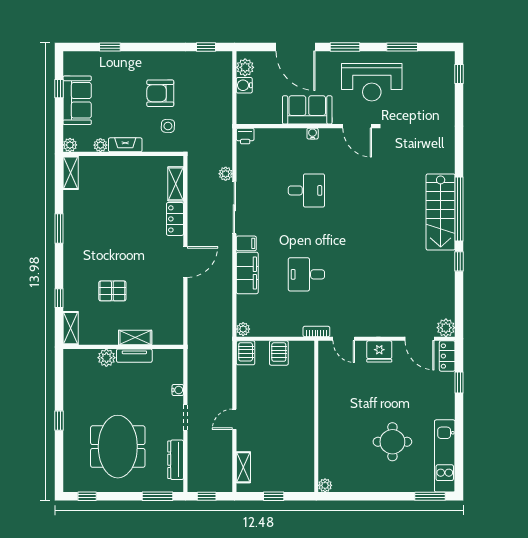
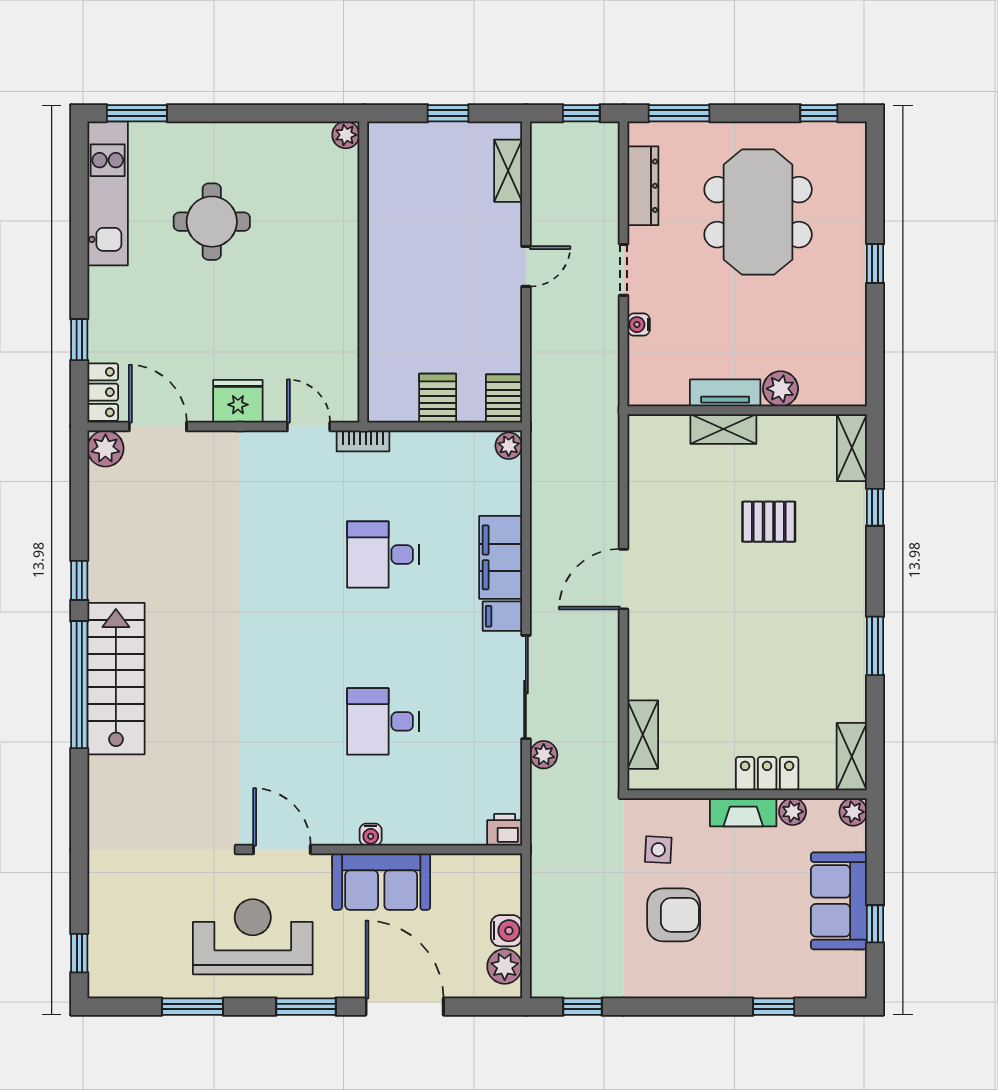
locker: (175, 219) -> (767, 774), moved, turned -90
desk: (306, 274) -> (383, 555), turned 180

